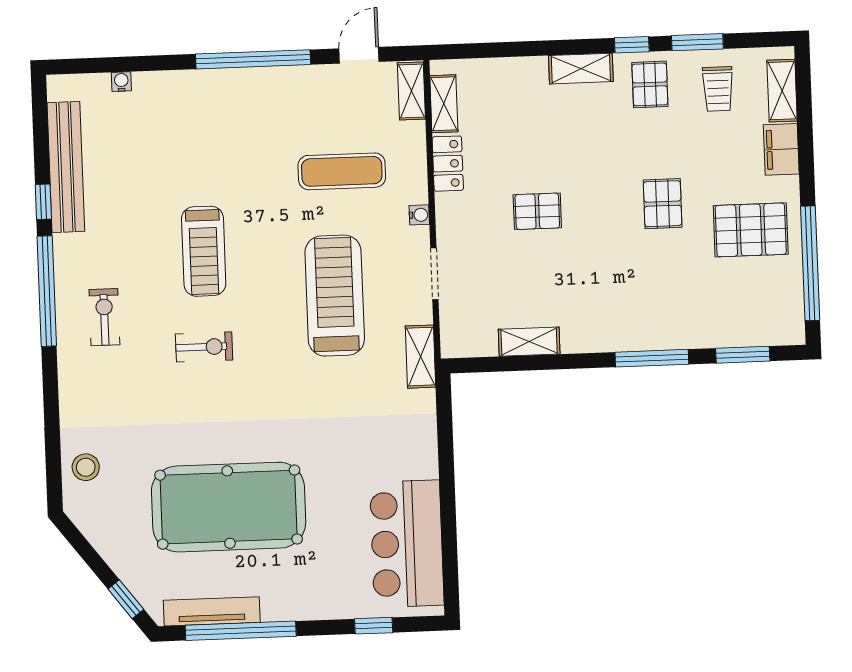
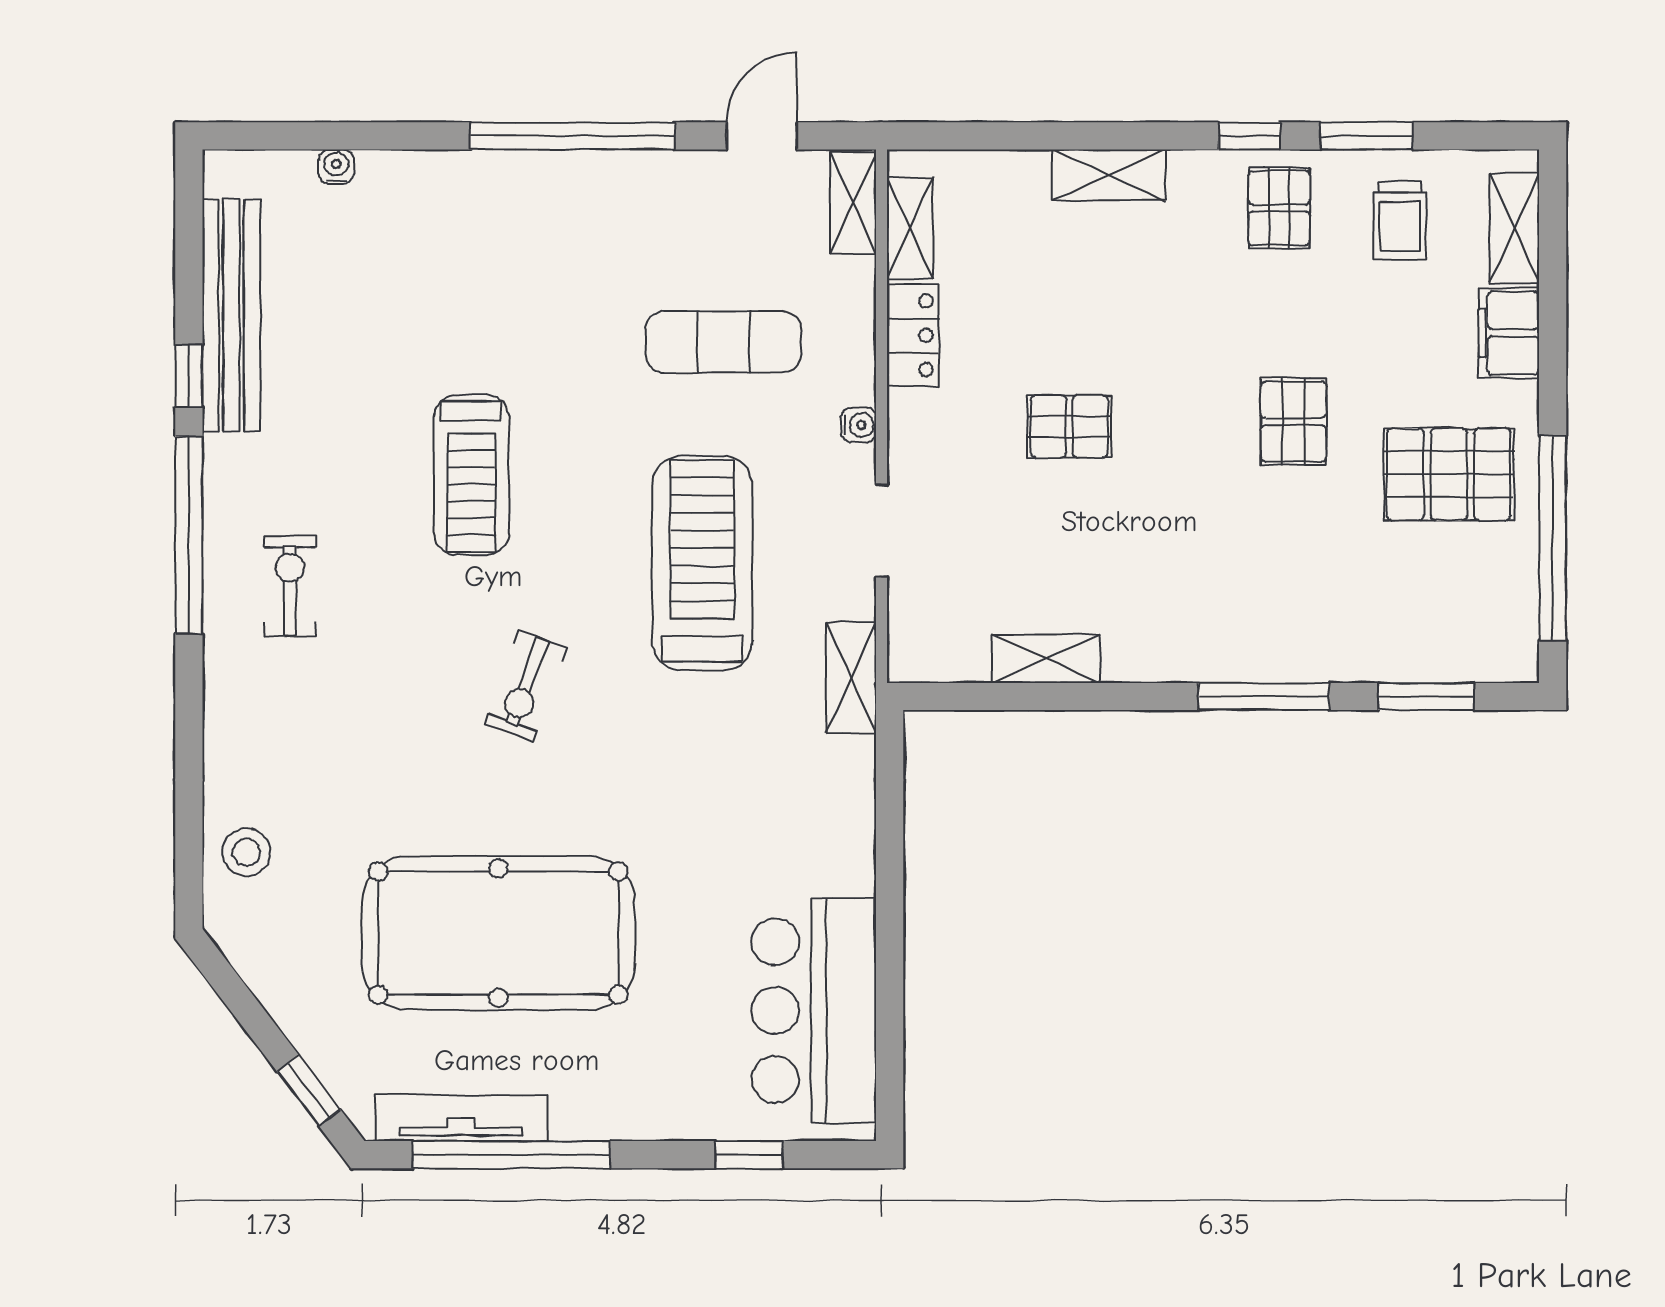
shelving: (581, 69) -> (1109, 175), moved
exercise bike: (204, 347) -> (526, 686), moved, turned 110

